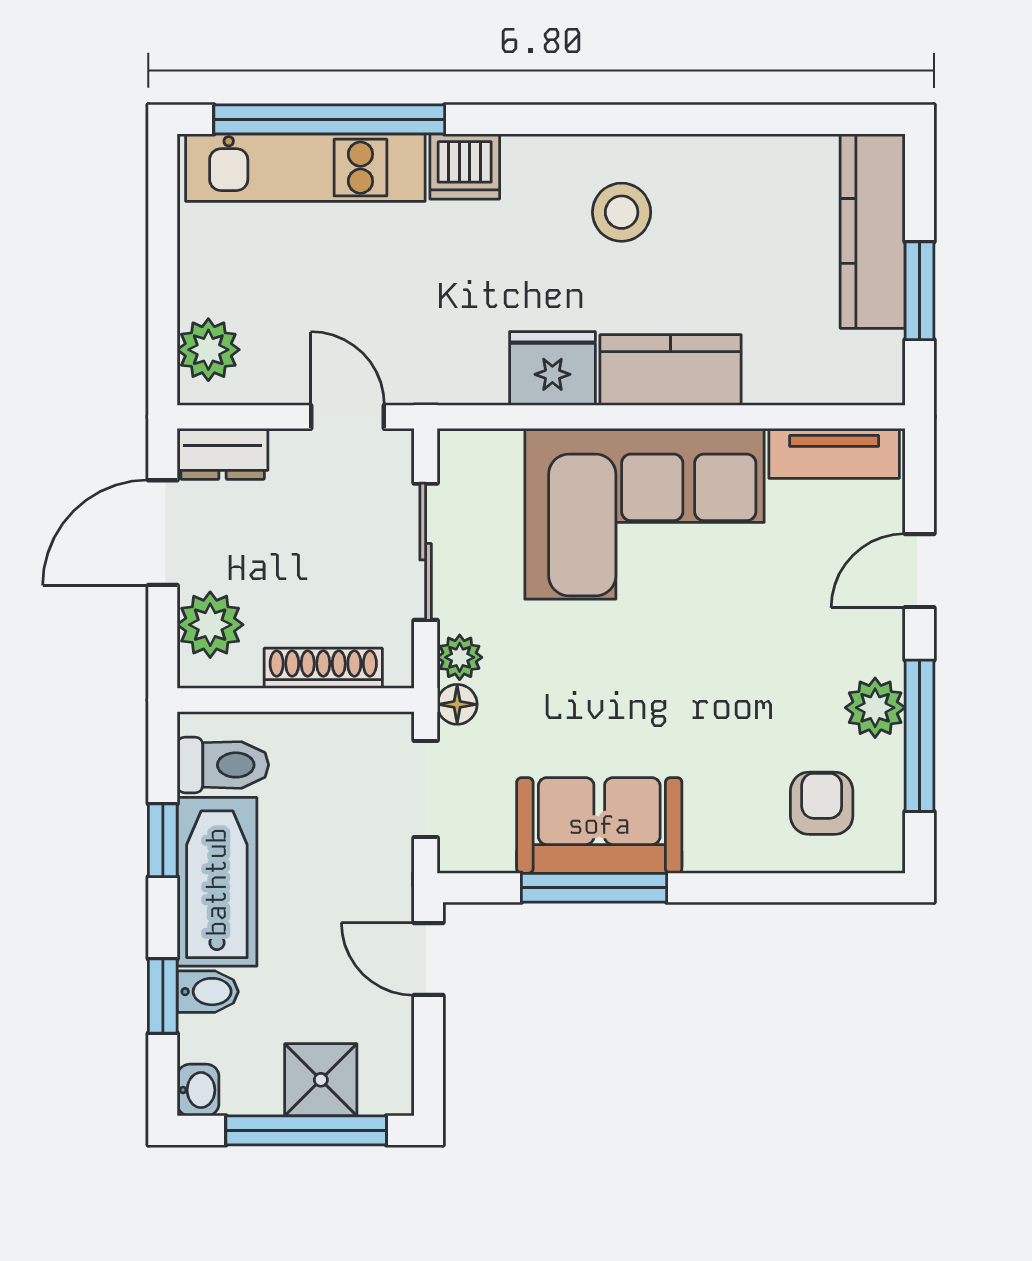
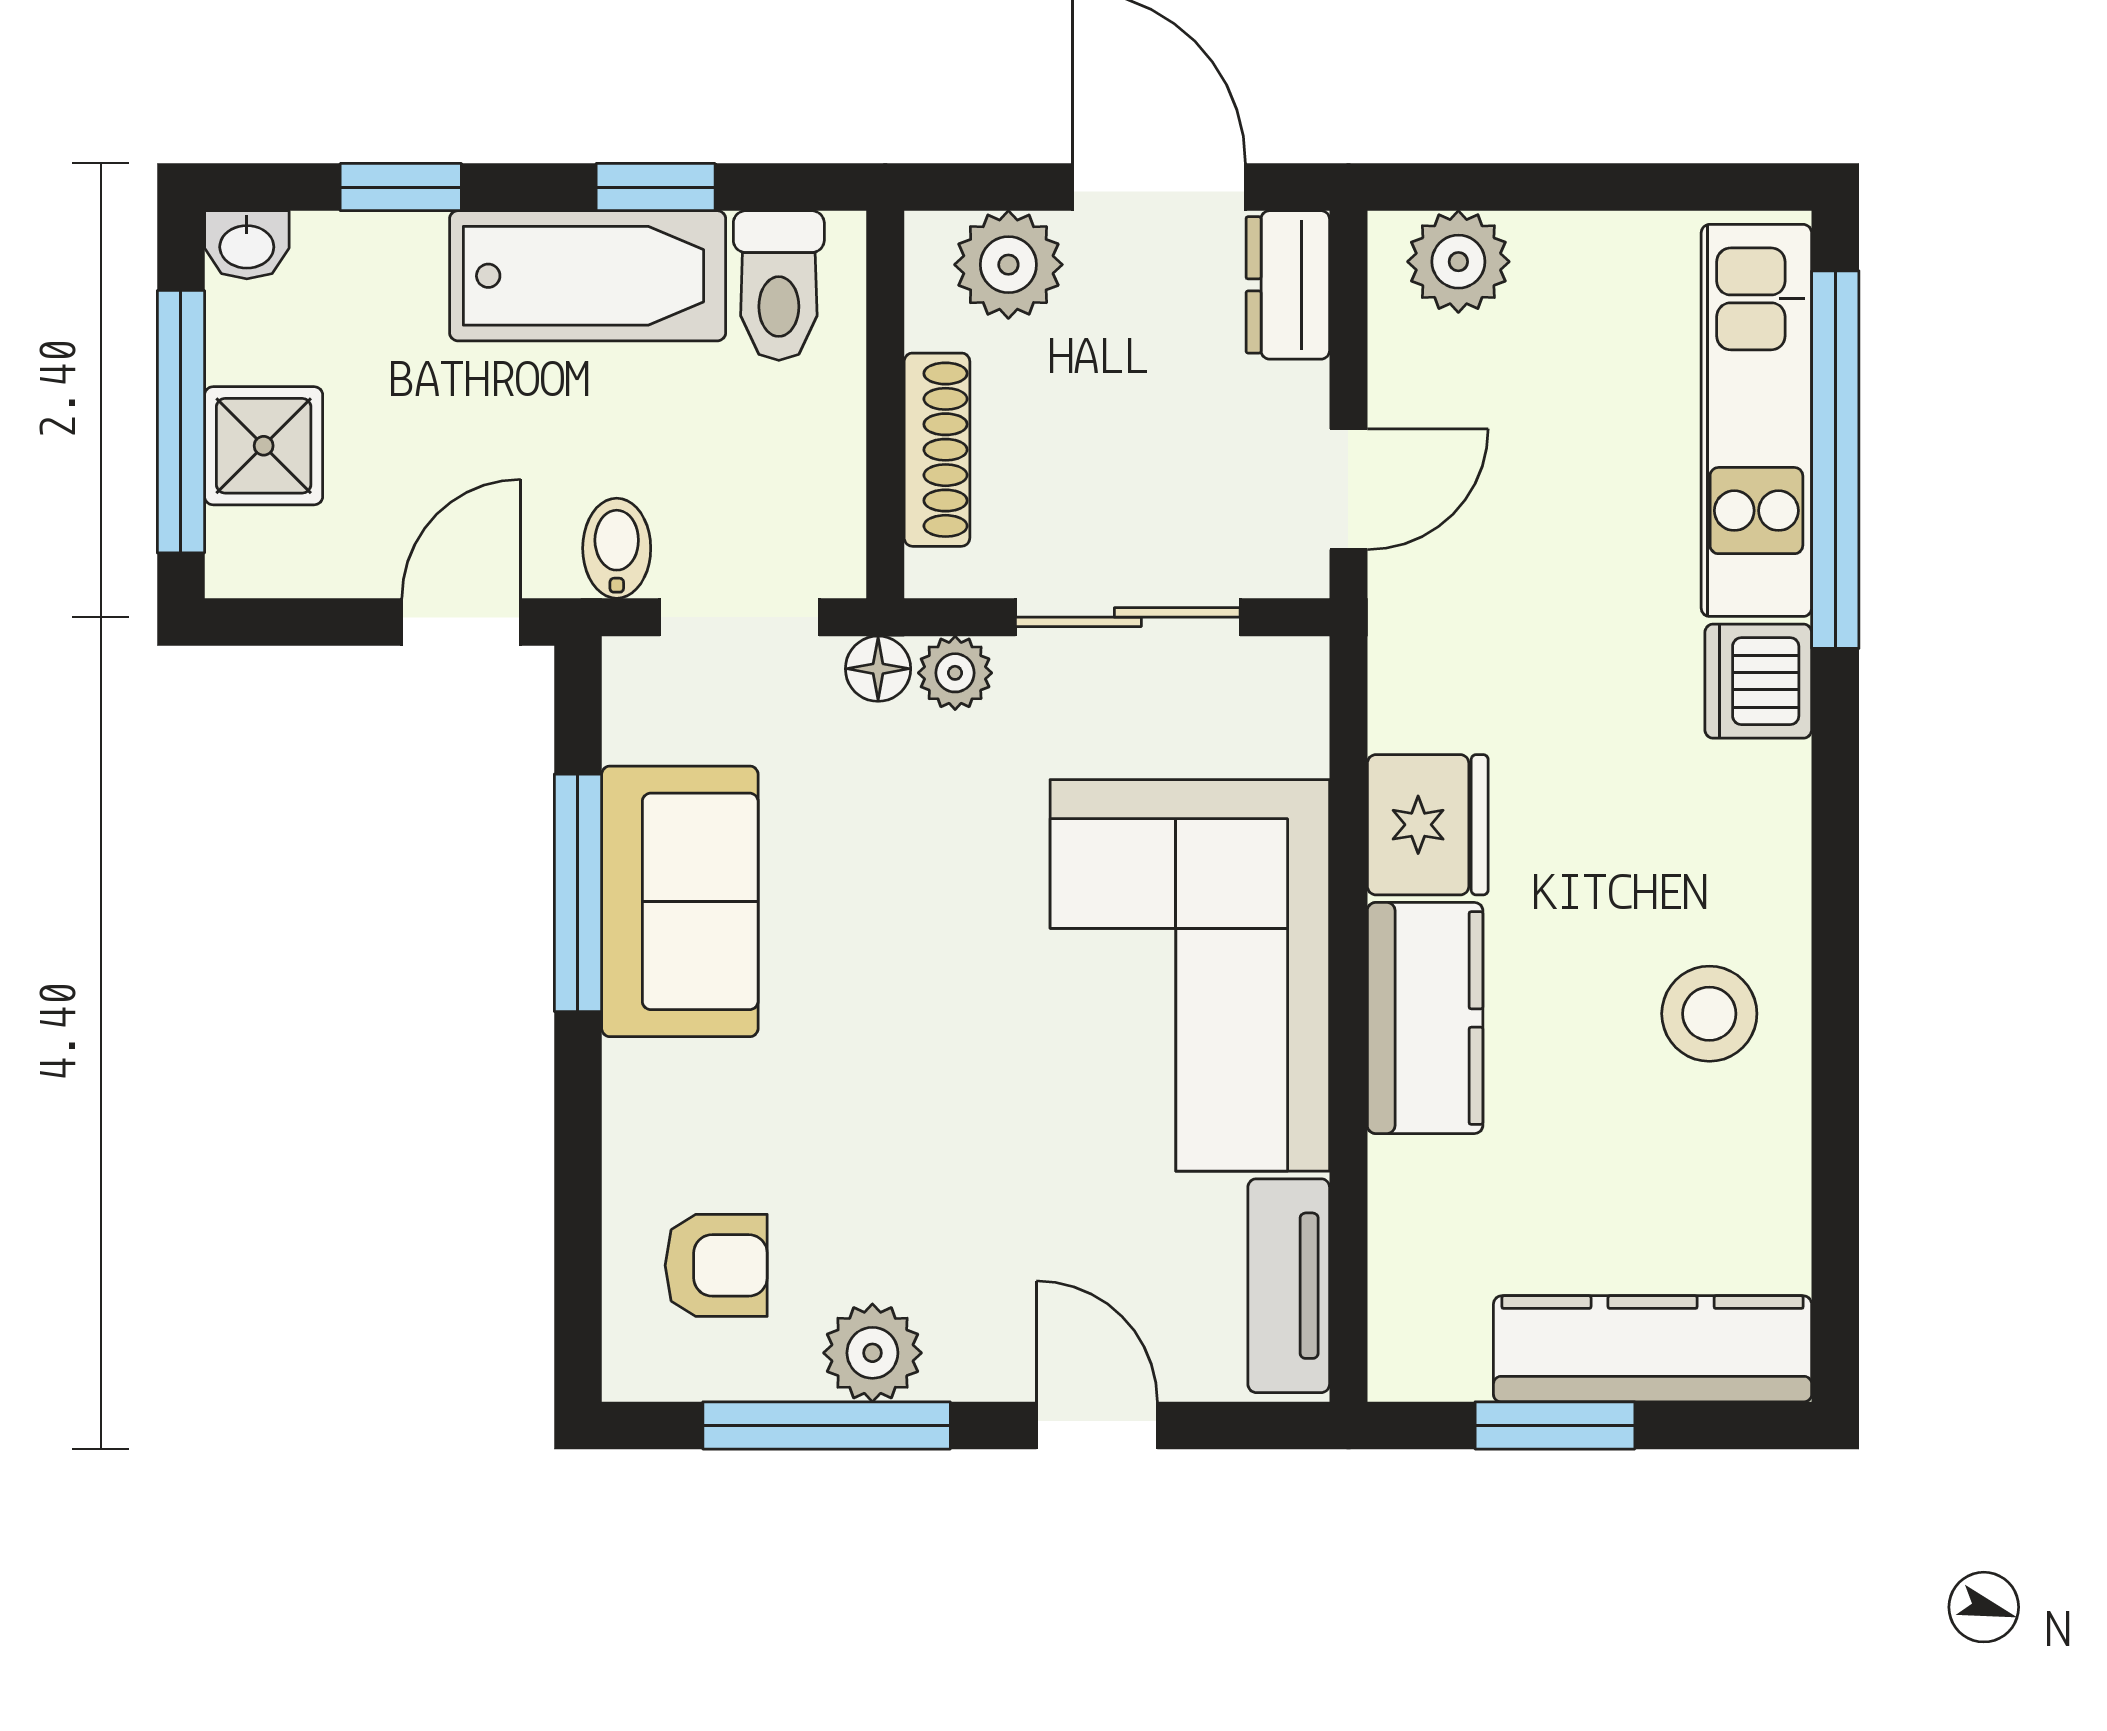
stool: (622, 212) -> (1709, 1014), moved
bidet: (208, 992) -> (617, 548), moved, turned 180

